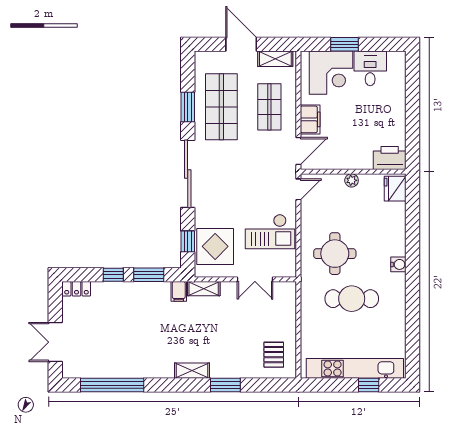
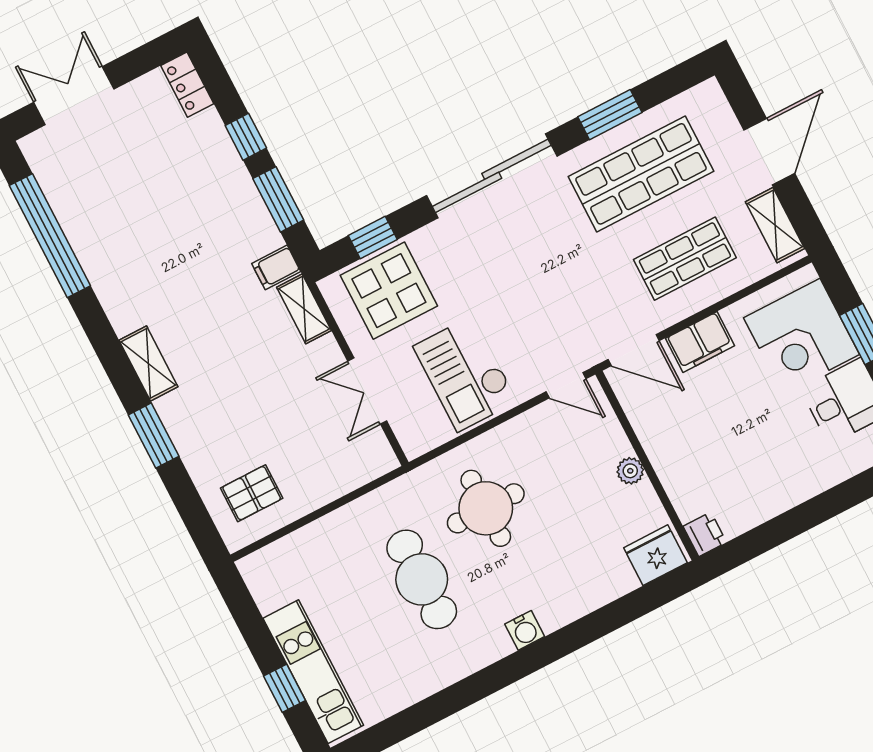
printer: (390, 158) -> (705, 534), width x0.53, depth x0.68
kitchen unit: (355, 368) -> (313, 672), width x0.73

